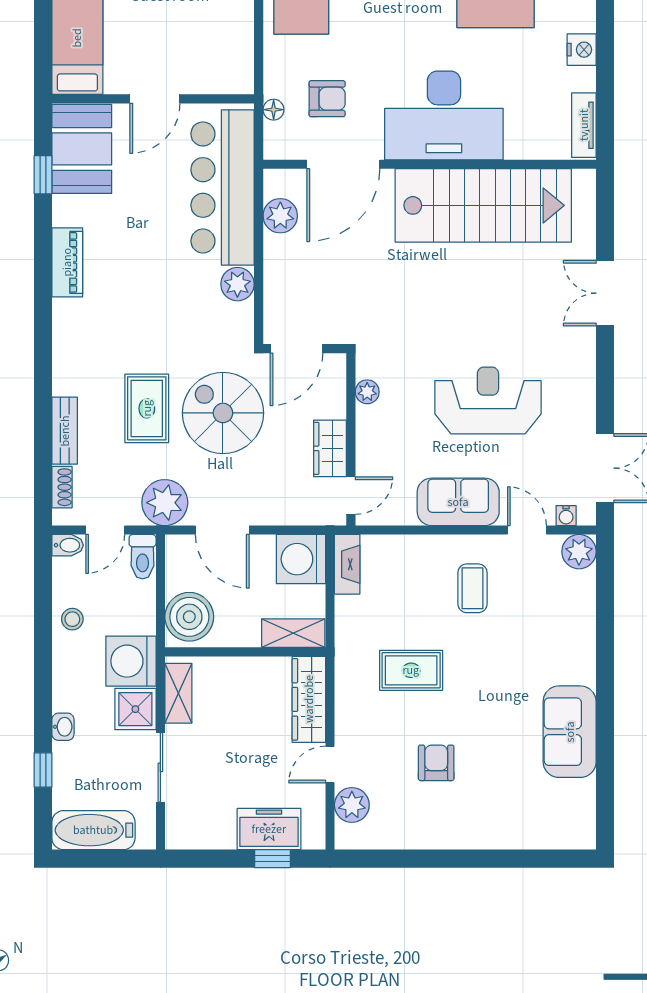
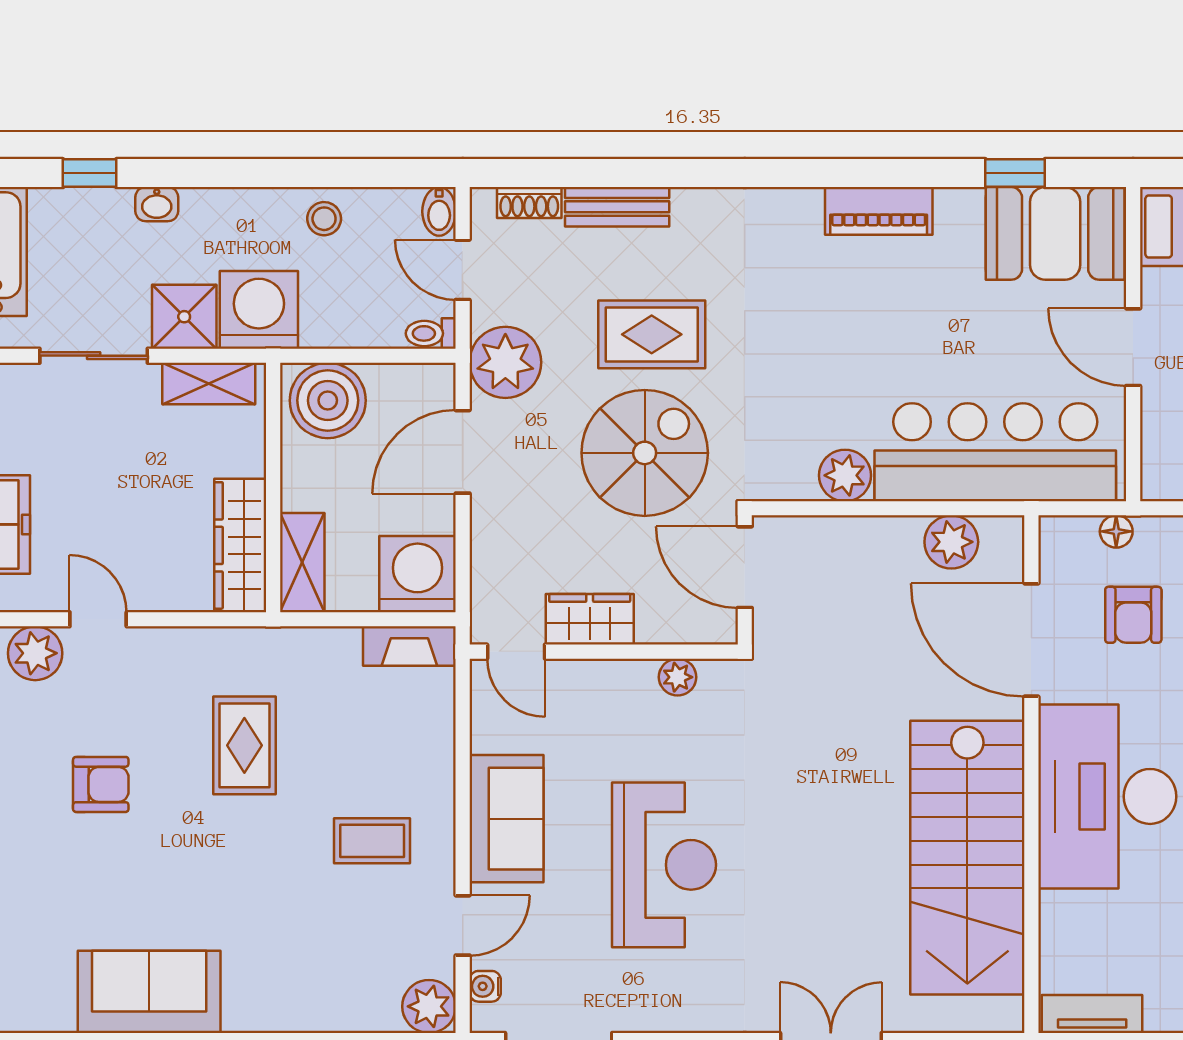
toilet: (143, 557) -> (431, 333), width x0.73, depth x0.72
wardrobe: (309, 699) -> (240, 545), moved, turned -90

